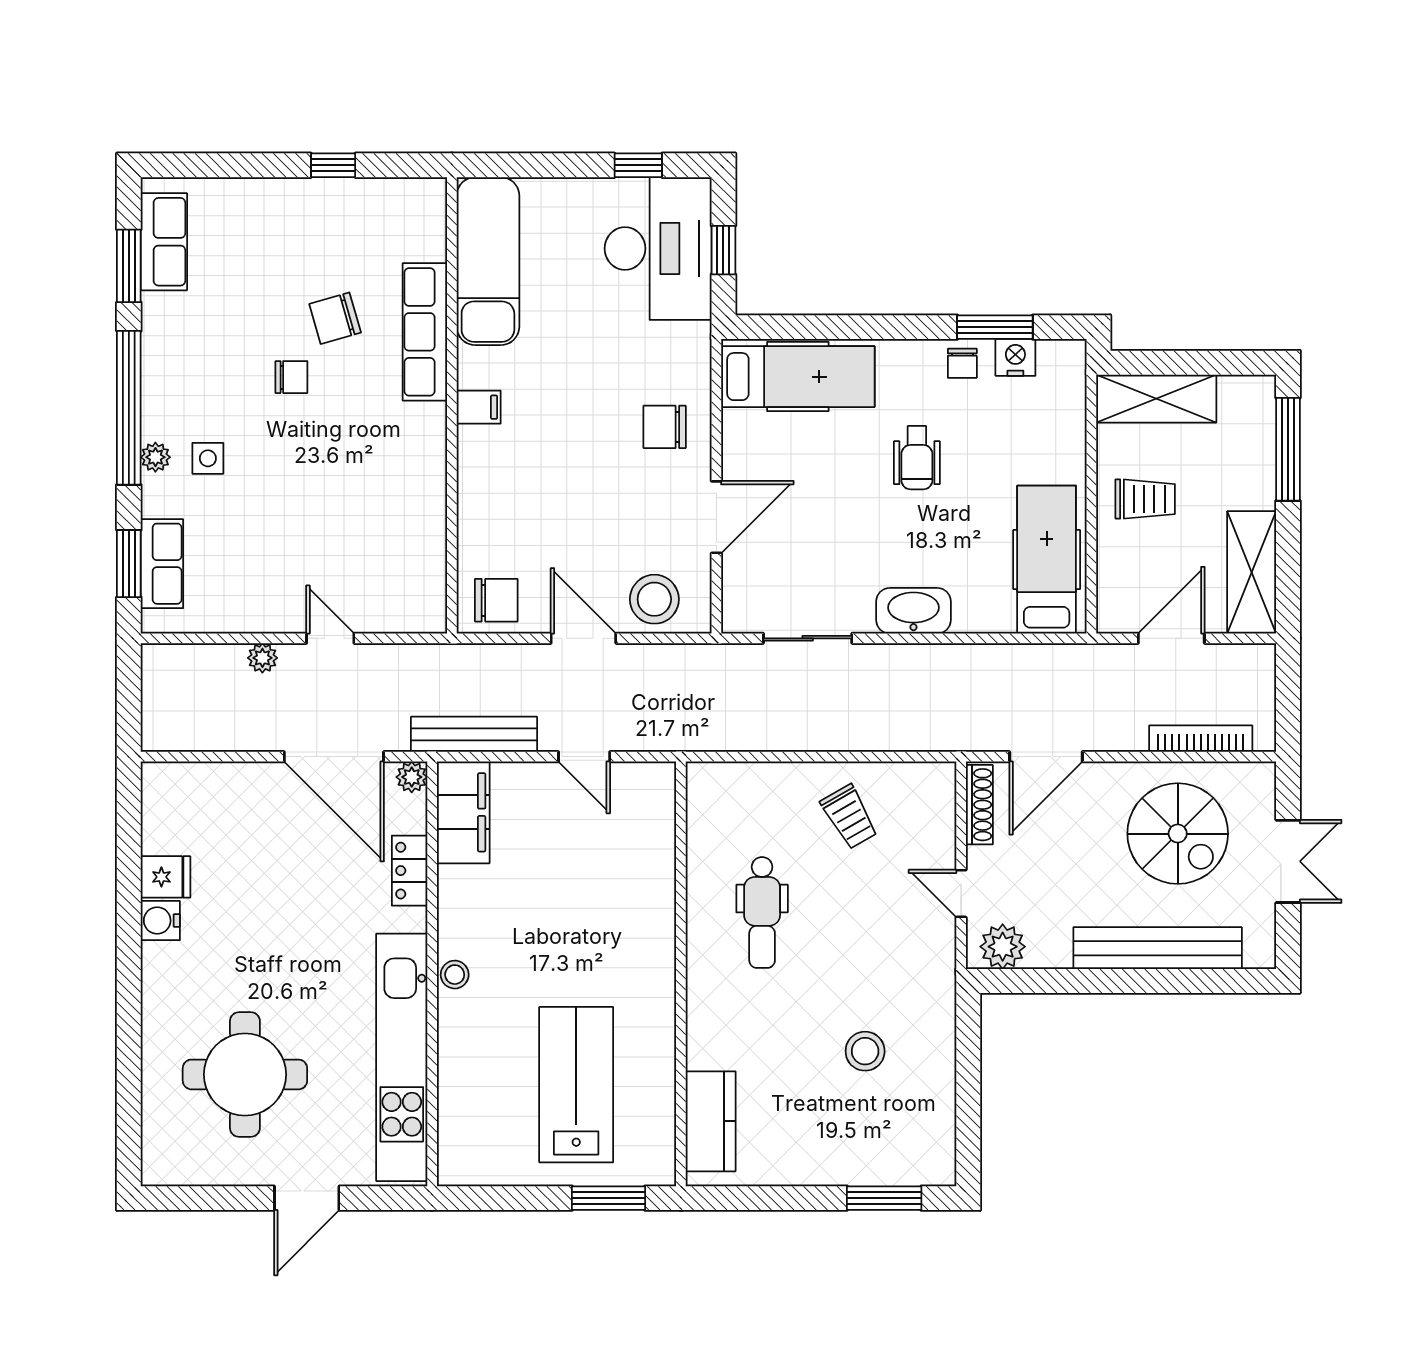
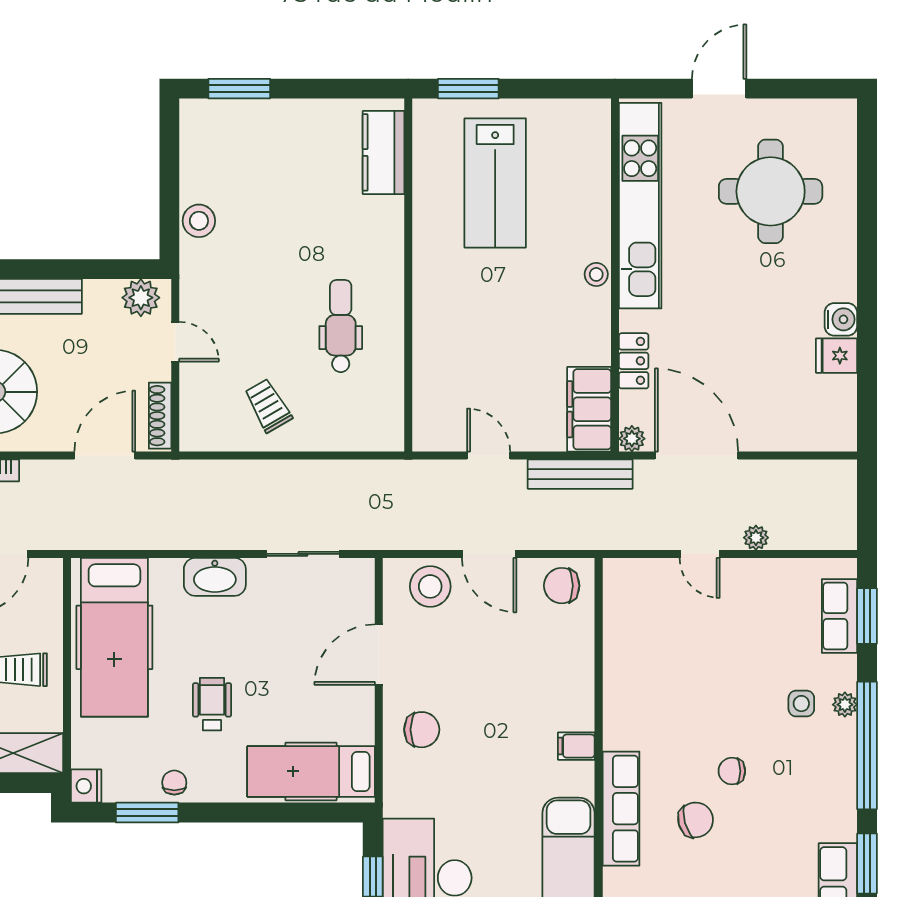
nightstand: (1015, 357) -> (86, 786), moved, turned 90
hospital bed: (1047, 560) -> (114, 637), width x1.37, depth x1.29
stool: (865, 1051) -> (199, 221), moved

